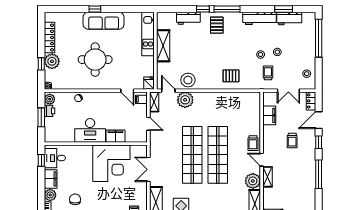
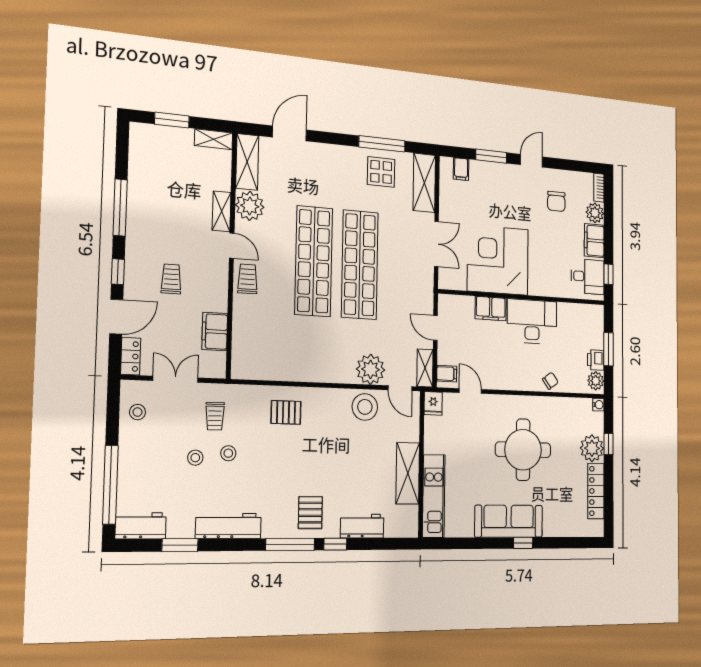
workbench: (289, 18) -> (141, 526), moved

